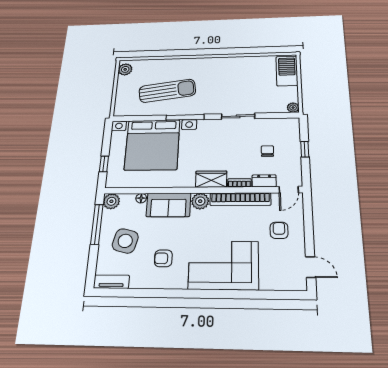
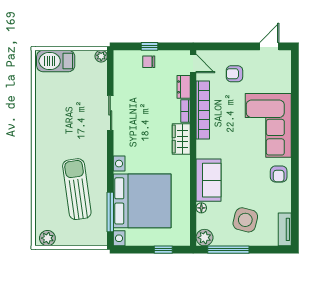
window: (185, 117) -> (110, 212), moved
chair: (267, 151) -> (149, 62), moved
plant: (200, 201) -> (205, 149), removed
armchair: (163, 258) -> (279, 174), moved

